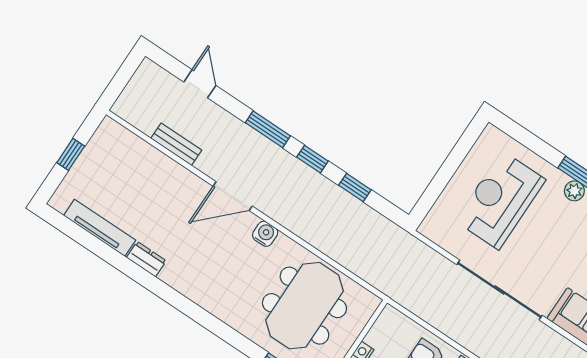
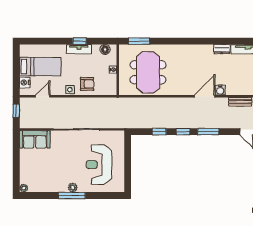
reception desk: (500, 200) -> (99, 165), turned 180
water cooler: (265, 234) -> (220, 90), moved

